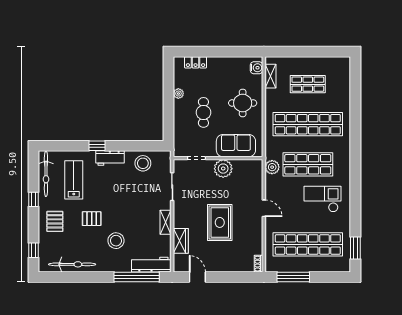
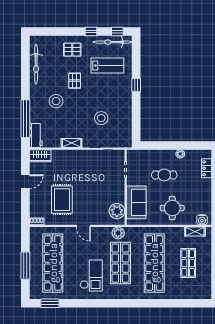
workbench: (110, 158) -> (126, 96), removed
stool: (143, 163) -> (101, 118), moved
plant: (223, 169) -> (117, 211), moved
door: (264, 208) -> (83, 226), hinge flipped
rug: (220, 222) -> (62, 200), moved, turned 90
wardrobe: (181, 241) -> (40, 156), moved
window: (34, 250) -> (117, 32), moved
workbench: (151, 265) -> (36, 135), width x0.73
door: (197, 277) -> (25, 182), moved
window: (293, 277) -> (25, 266), moved

